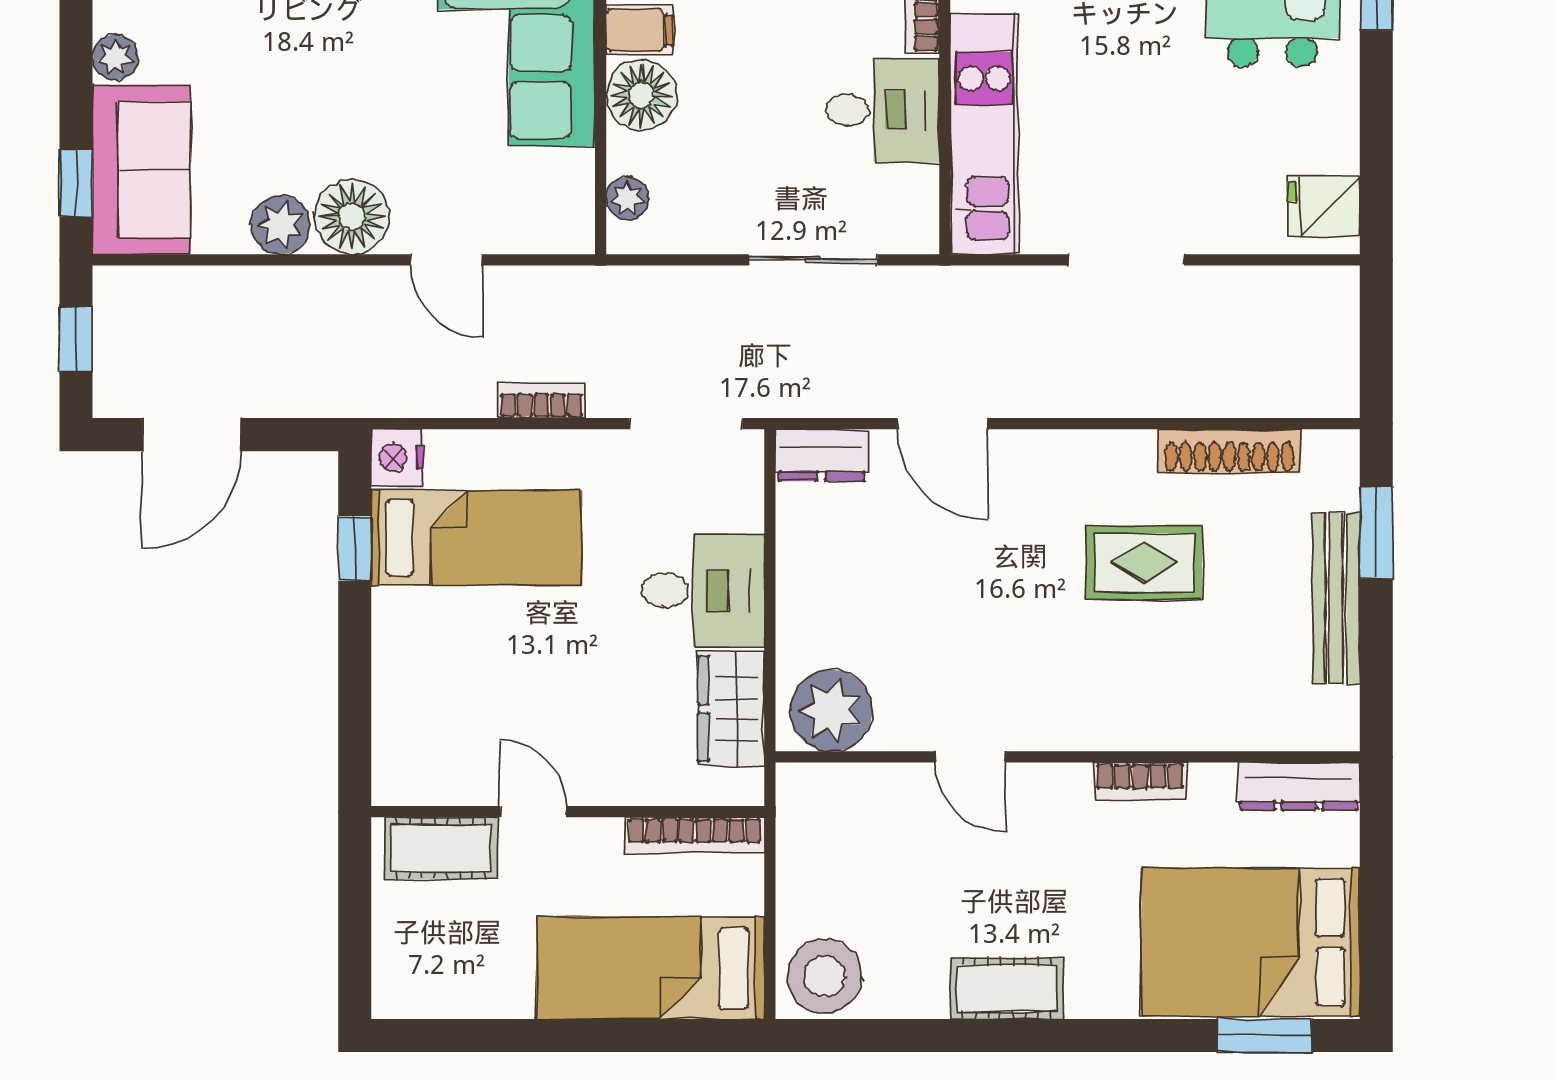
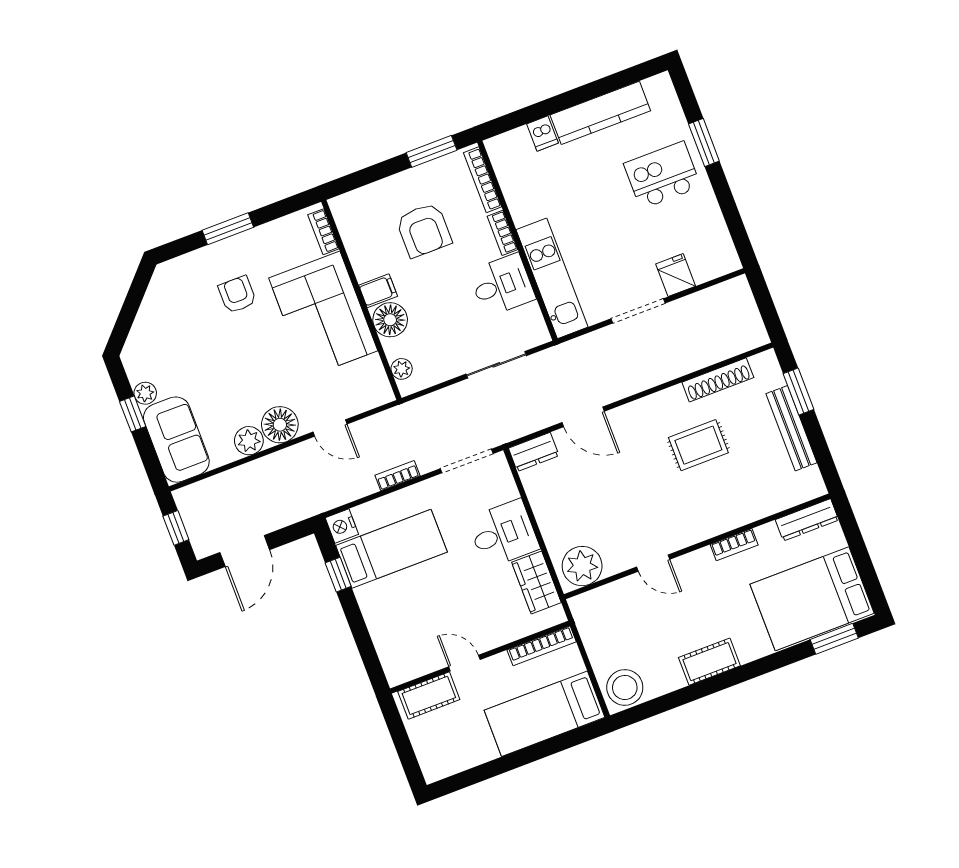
window: (76, 183) -> (133, 414), moved
fridge: (1324, 207) -> (676, 275), moved, turned 90

